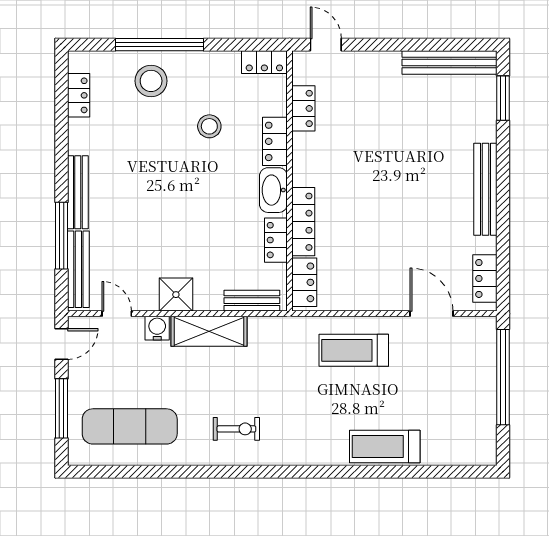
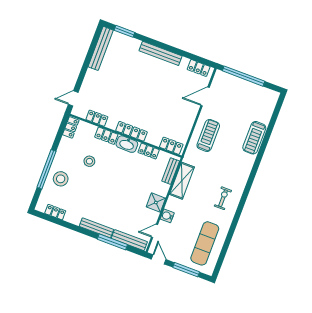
locker: (303, 222) -> (131, 131), moved
shelving: (209, 331) -> (182, 181), moved
treadmill: (354, 350) -> (208, 135), turned 180

